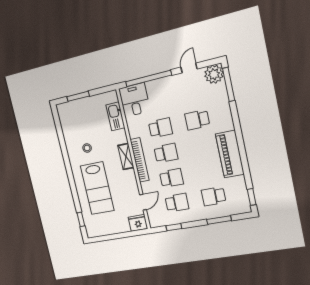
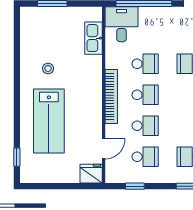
shelving: (126, 156) -> (95, 89), removed

